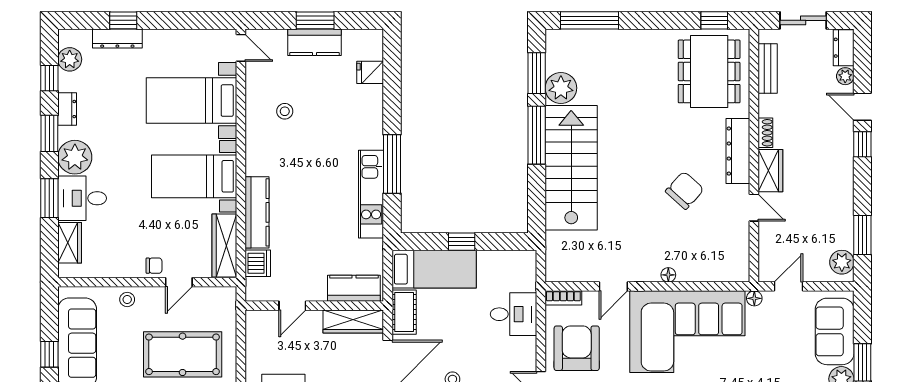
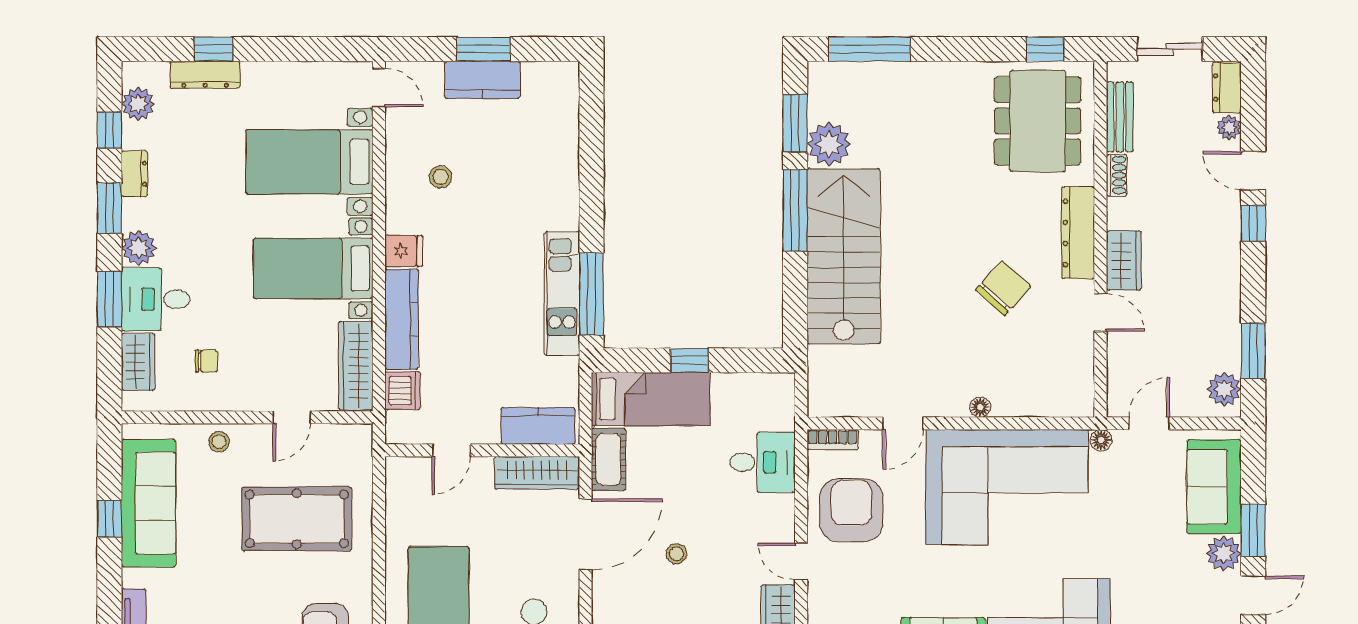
fridge: (370, 72) -> (404, 251), moved, turned 180
shoe rack: (765, 133) -> (1117, 175), moved
plant: (75, 157) -> (139, 248), width x0.73, depth x0.73
window: (392, 164) -> (591, 294), moved
chair: (154, 266) -> (206, 361), moved

